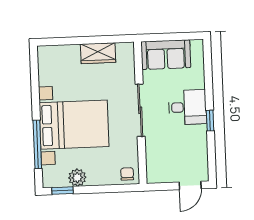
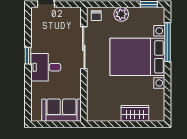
wardrobe: (98, 53) -> (135, 113), moved
sliding door: (140, 110) -> (84, 48), moved
plant: (77, 178) -> (121, 14), moved

